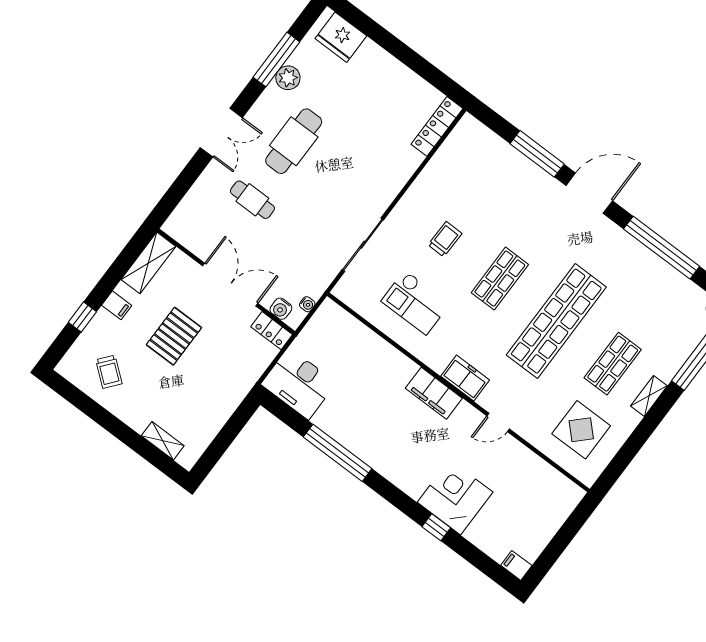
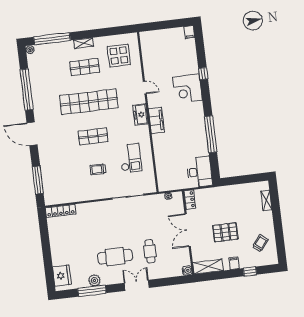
window: (537, 154) -> (38, 180), moved
water cooler: (281, 309) -> (187, 270), moved
corner desk: (455, 497) -> (187, 89), moved

